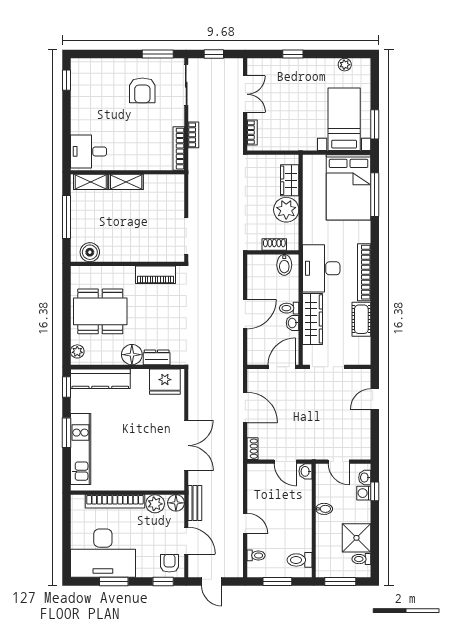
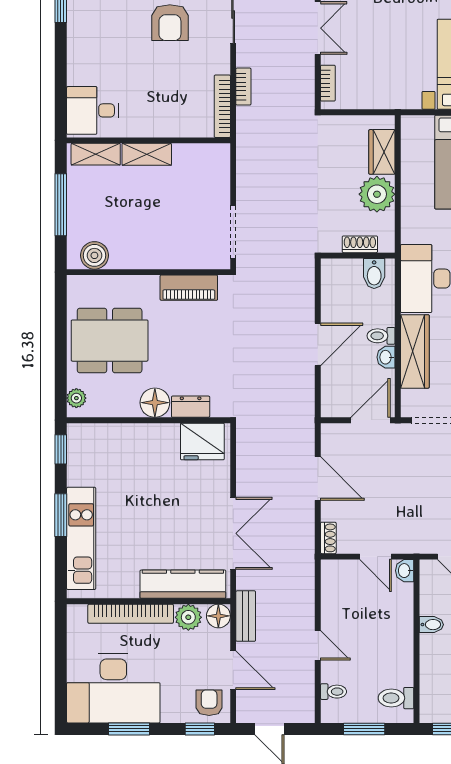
kitchen counter: (100, 379) -> (183, 584), moved, turned 180

